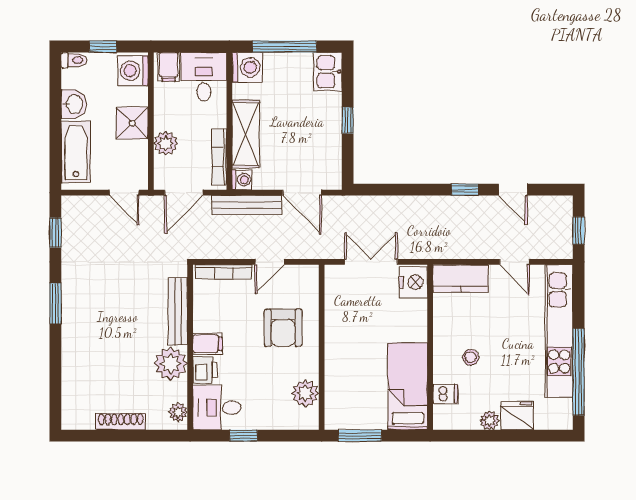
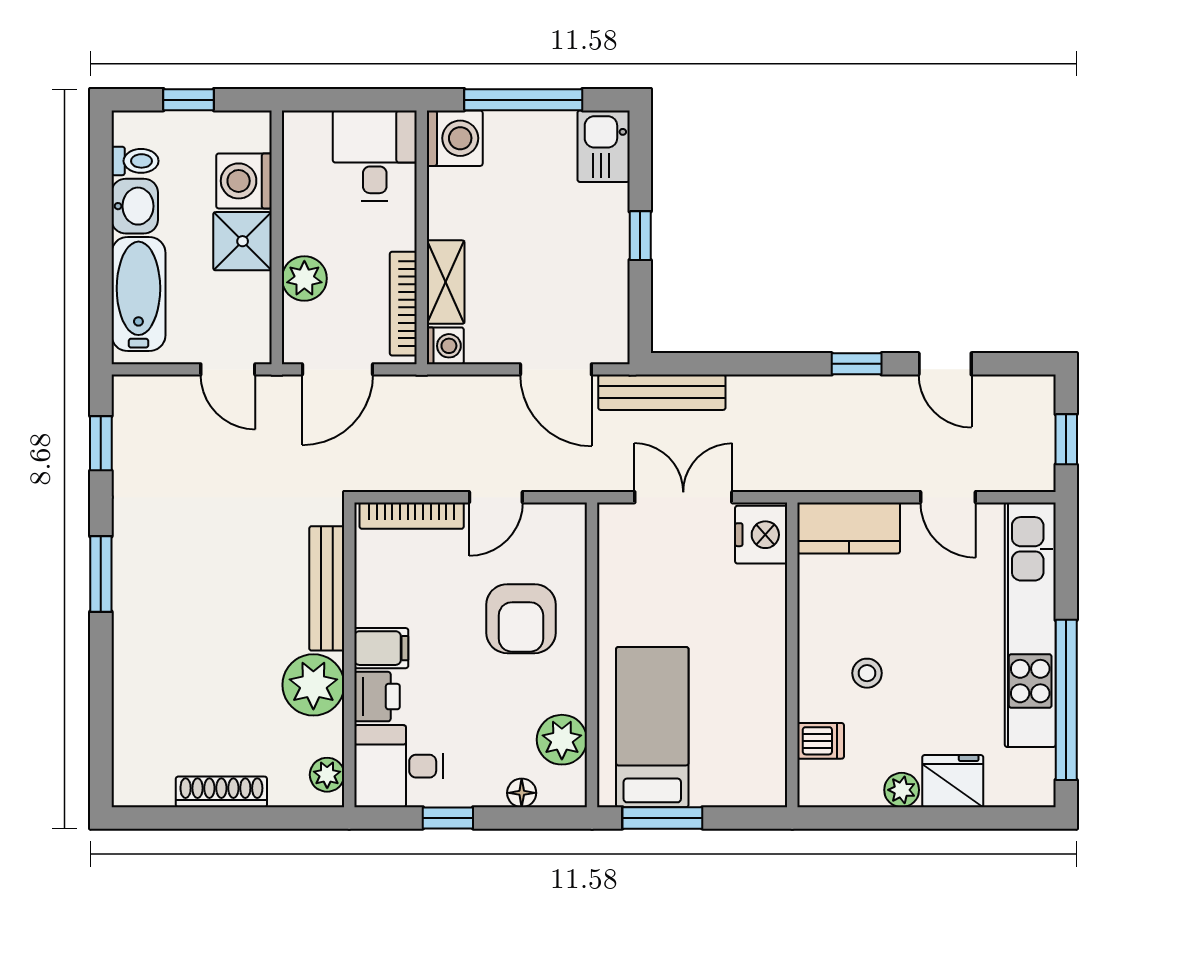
toilet: (74, 60) -> (135, 161), moved
filing cabinet: (169, 67) -> (310, 137), removed
washing machine: (133, 71) -> (244, 181), moved
shelving: (246, 134) -> (446, 282), width x0.67, depth x0.75
bench: (247, 205) -> (662, 392), moved
bed: (408, 386) -> (652, 727), moved
floor lamp: (284, 422) -> (522, 793), added

